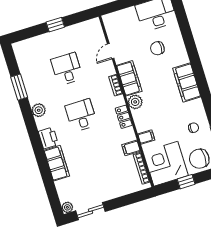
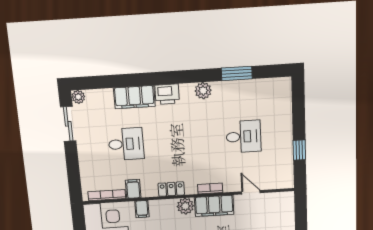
window: (55, 25) -> (299, 150), moved
desk: (81, 115) -> (126, 144), moved

